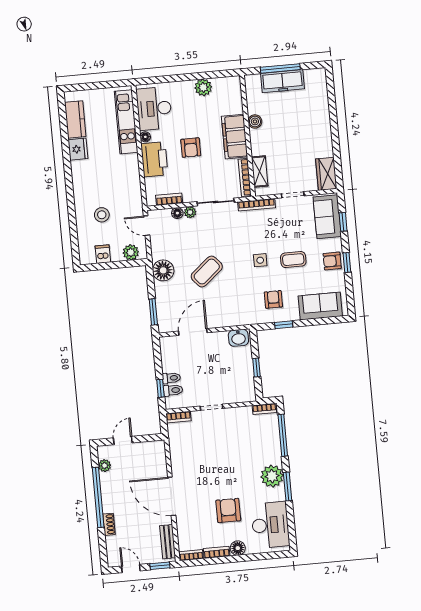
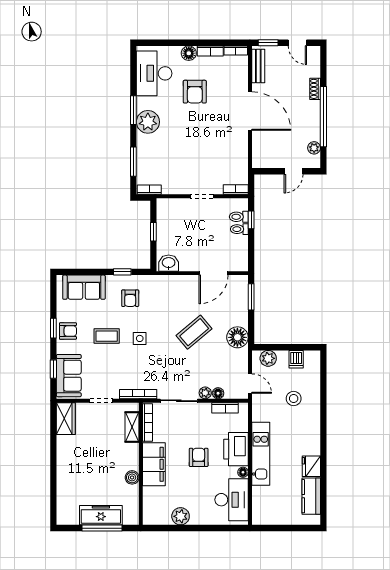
kitchen unit: (126, 122) -> (261, 454), moved
window: (283, 435) -> (133, 162), width x0.69

